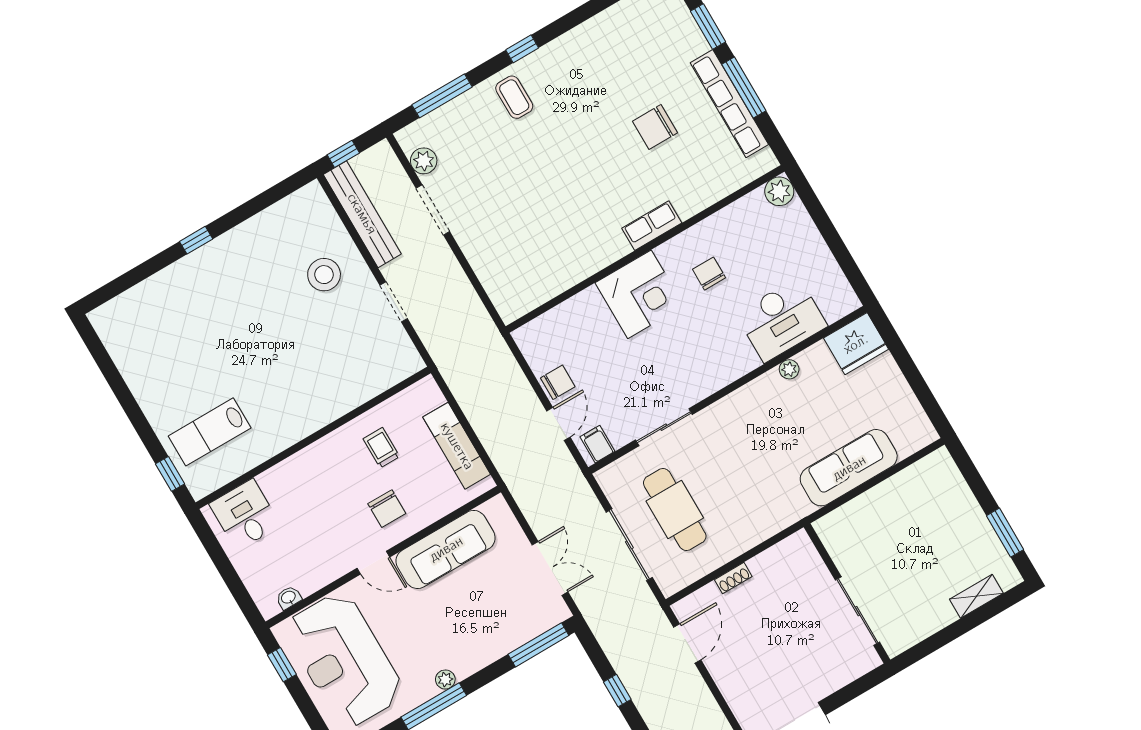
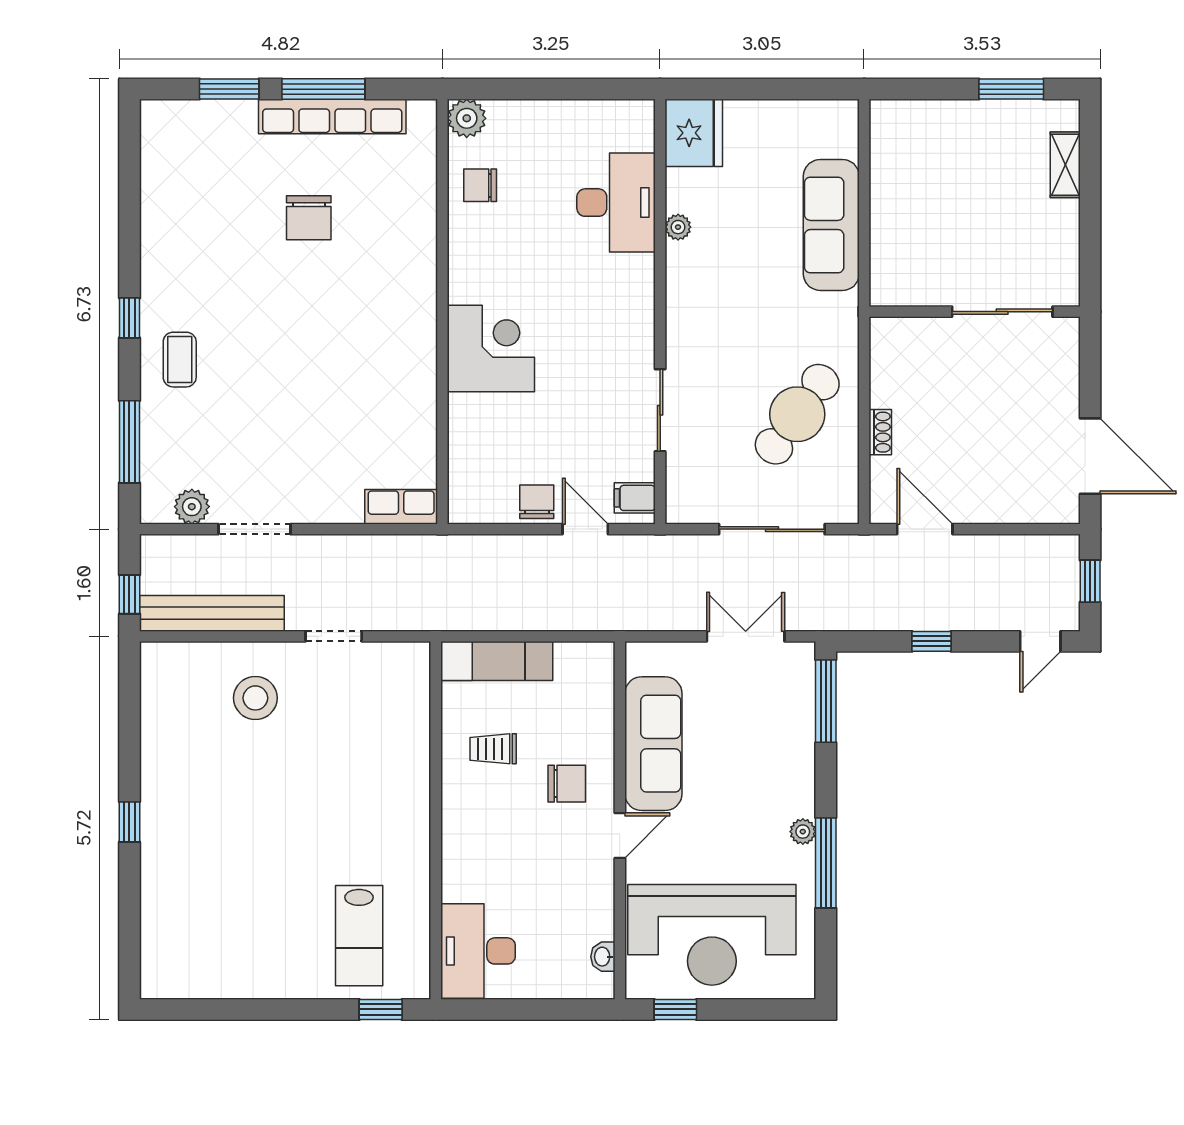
coffee table: (514, 97) -> (180, 360), turned 90
row of seats: (652, 226) -> (401, 507), moved, turned 90
chair: (709, 274) -> (480, 185), moved
exam couch: (457, 446) -> (497, 661), moved
cafe table: (675, 510) -> (797, 414), moved, turned -54
desk: (245, 515) -> (478, 951), width x1.37

